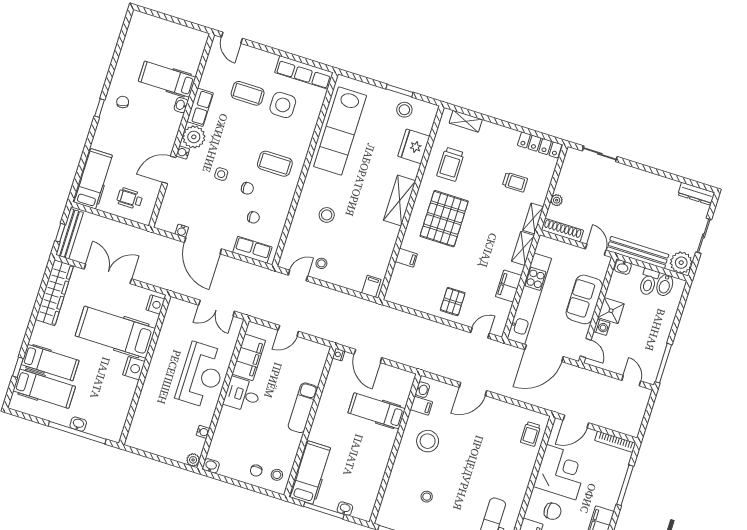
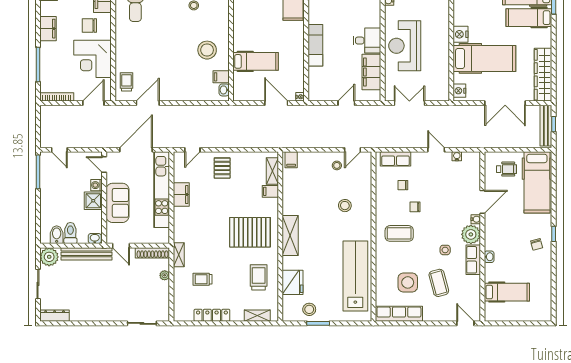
hospital bed: (167, 79) -> (507, 292), moved
coffee table: (248, 93) -> (439, 283), turned 75
locker: (540, 145) -> (212, 315), moved
side table: (221, 174) -> (445, 250), moved
hospital bed: (93, 179) -> (537, 182), width x1.37, depth x1.29
pallet: (444, 219) -> (250, 232), turned 90
door: (203, 246) -> (436, 150), width x0.53
shelving: (523, 248) -> (272, 171), moved
door: (473, 389) -> (148, 103), moved

